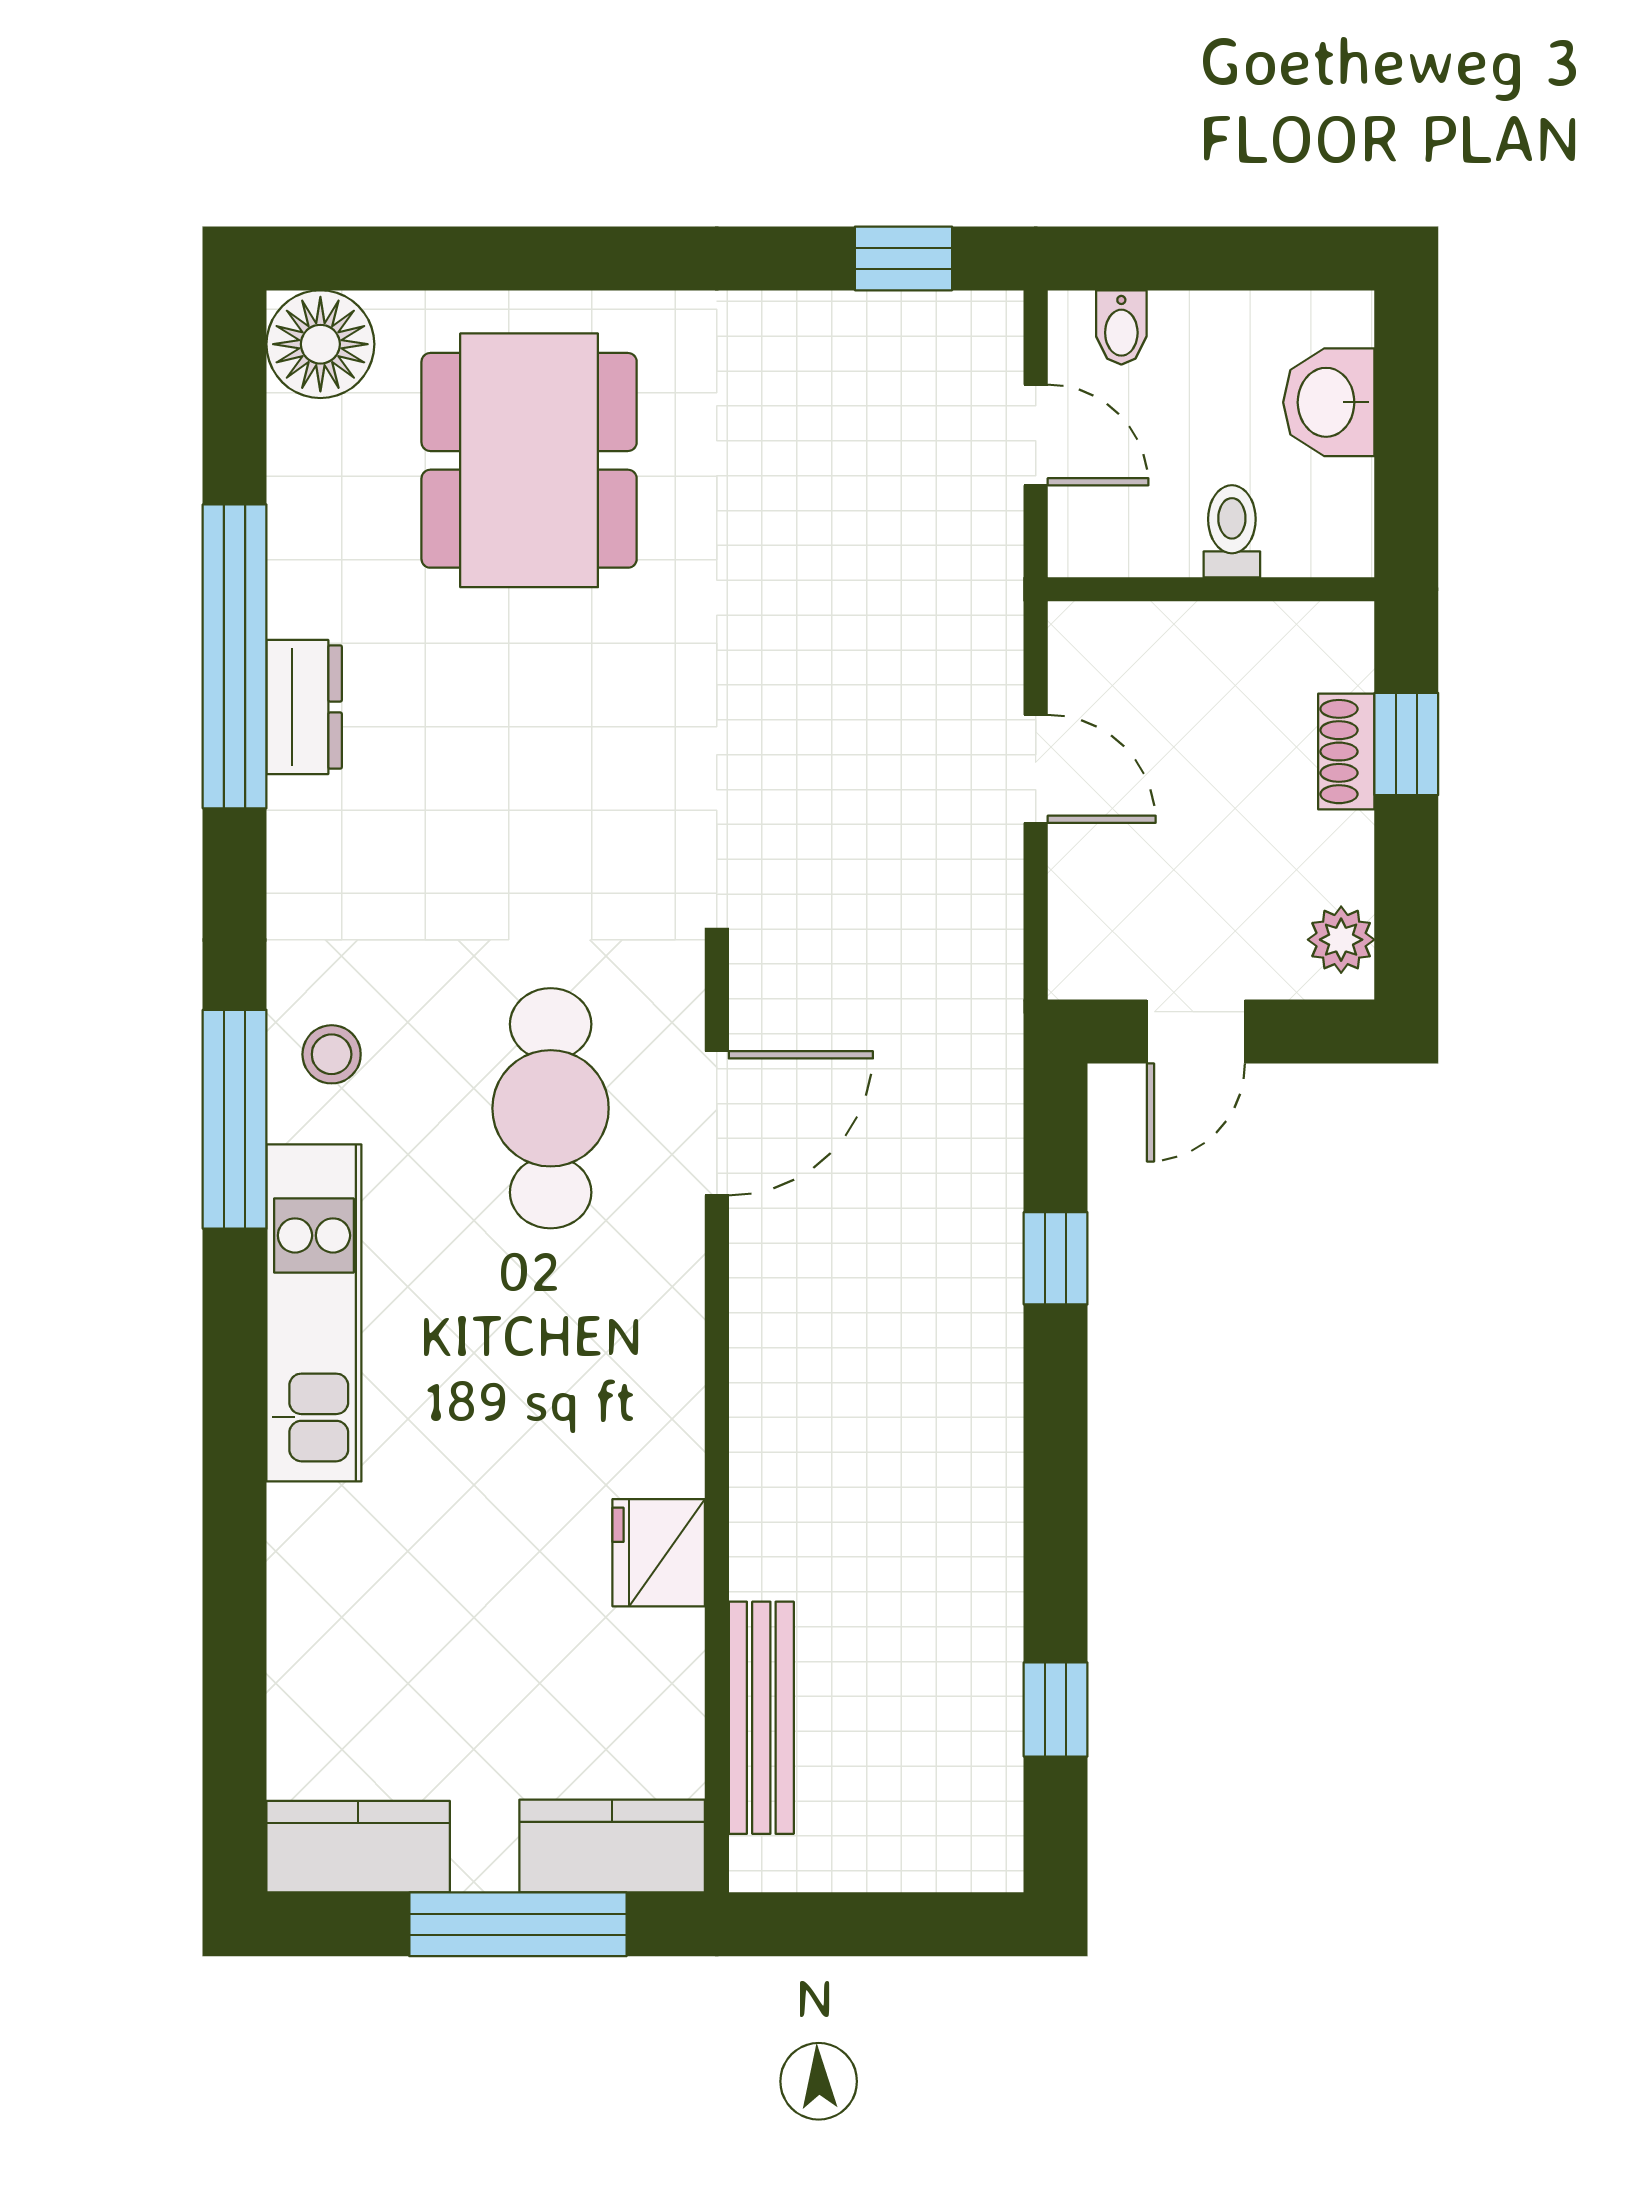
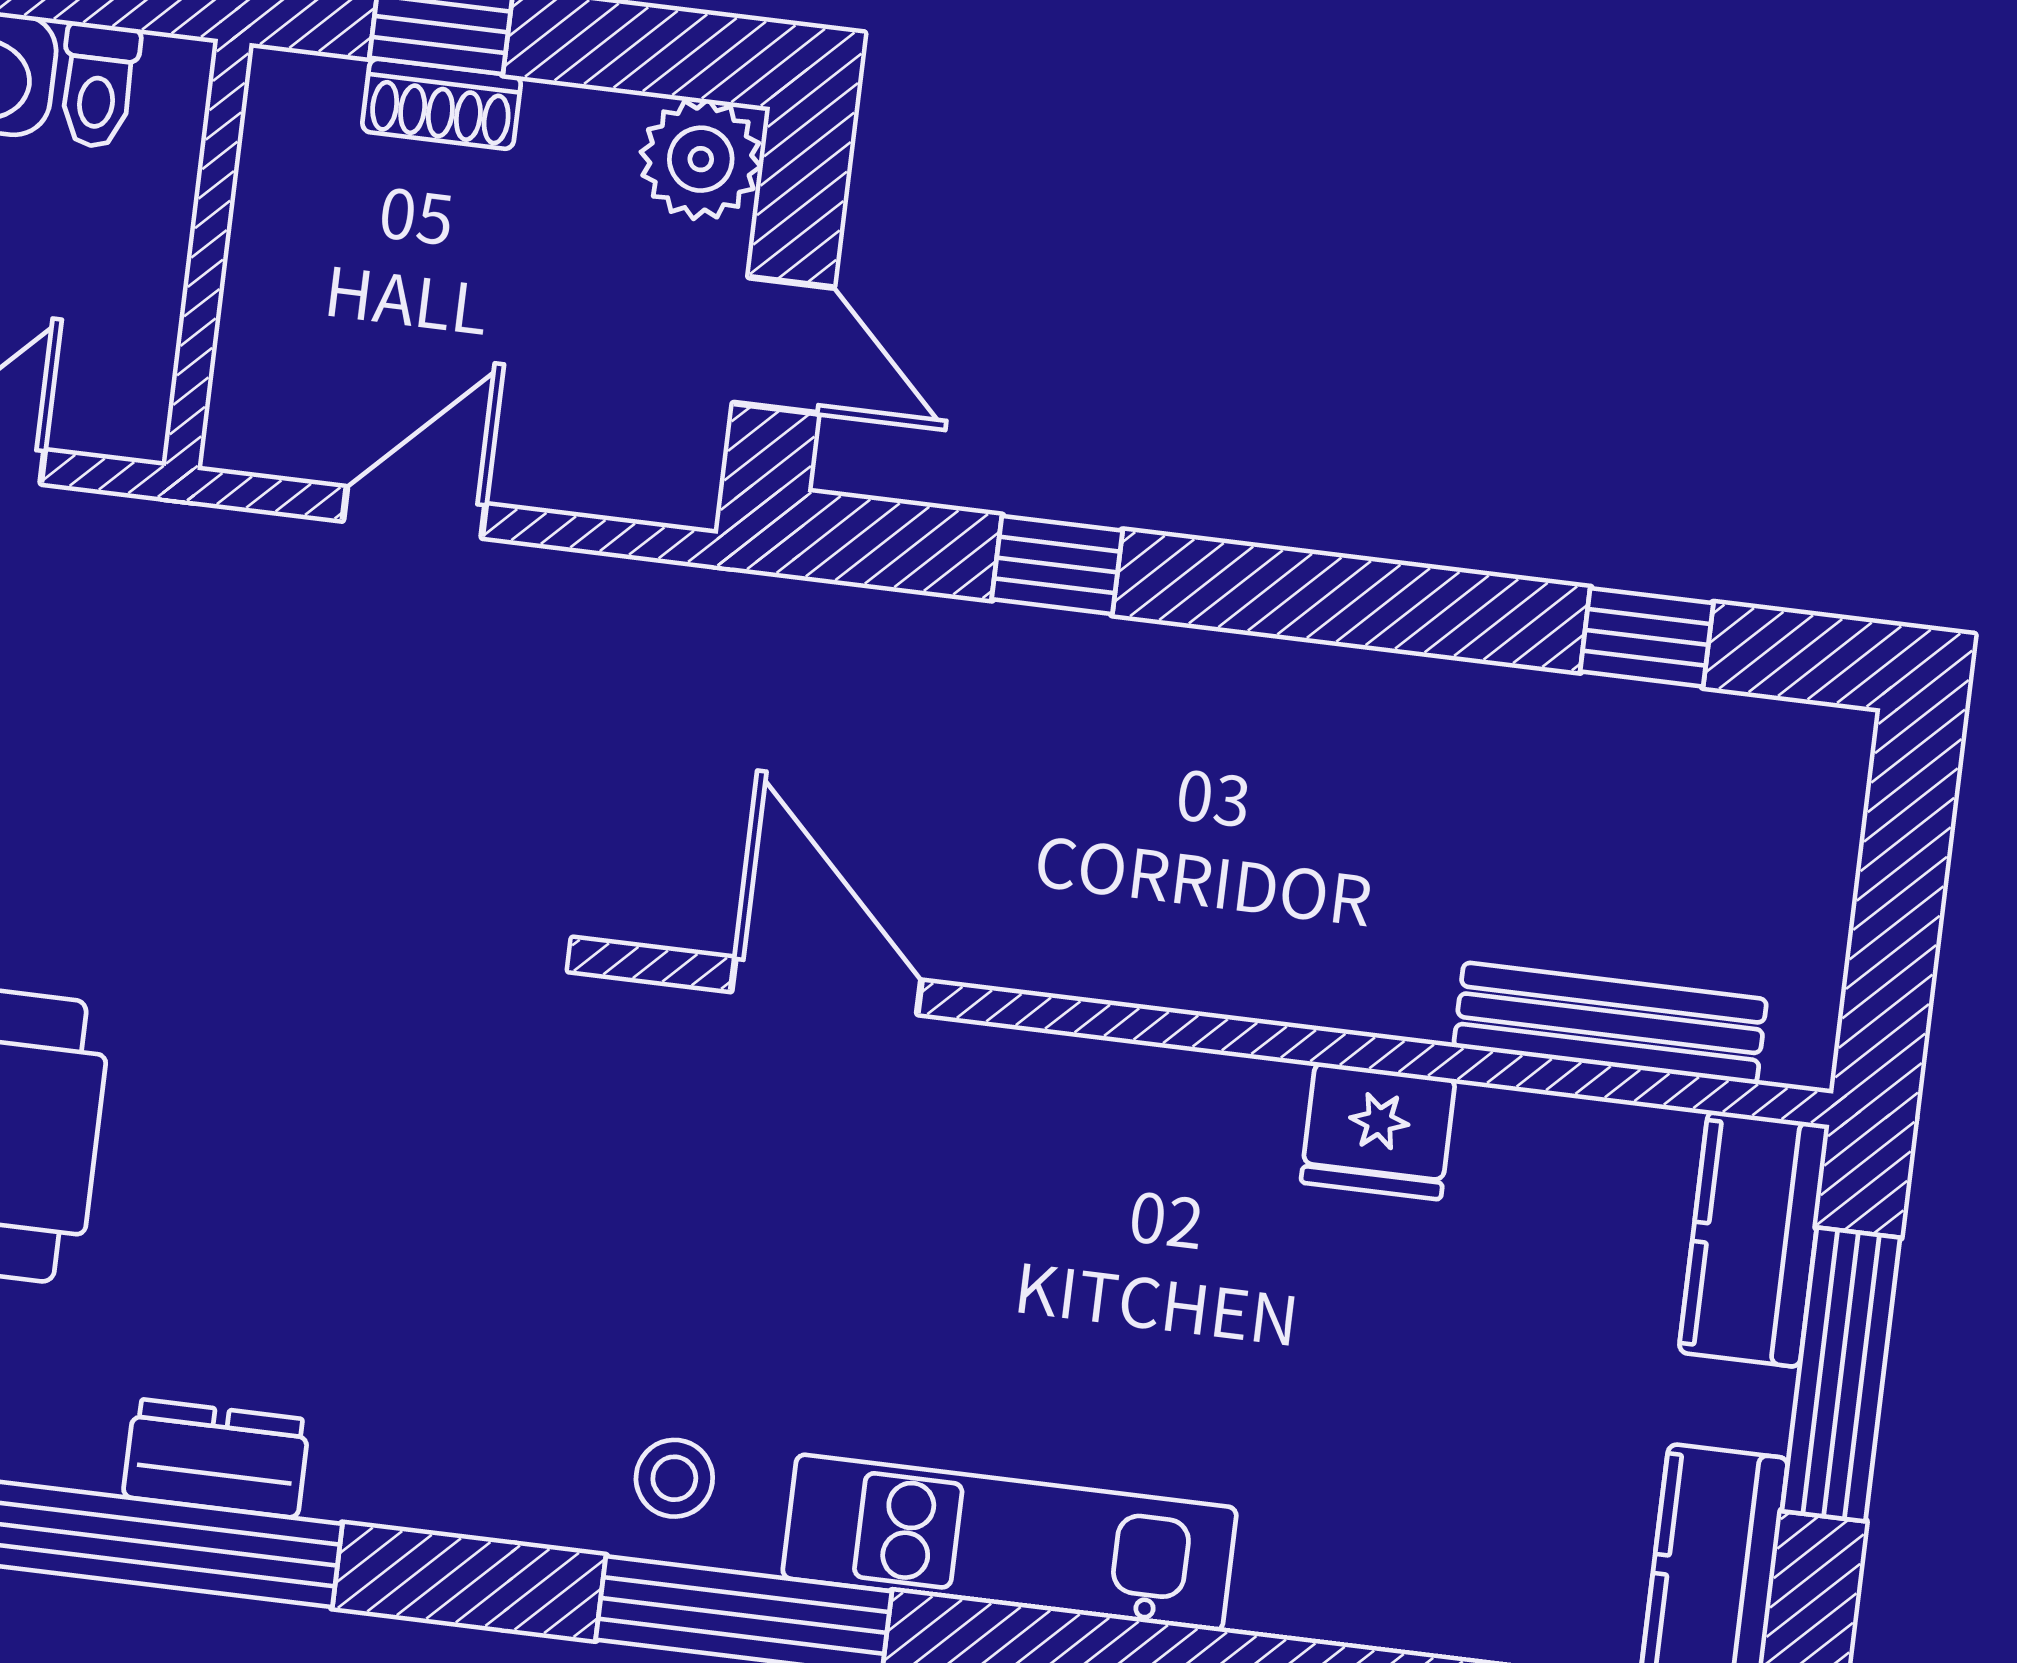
toilet: (1232, 531) -> (98, 85), moved, turned -90
plant: (1341, 940) -> (701, 159), width x1.38, depth x1.38
cafe table: (551, 1108) -> (780, 1201), removed

